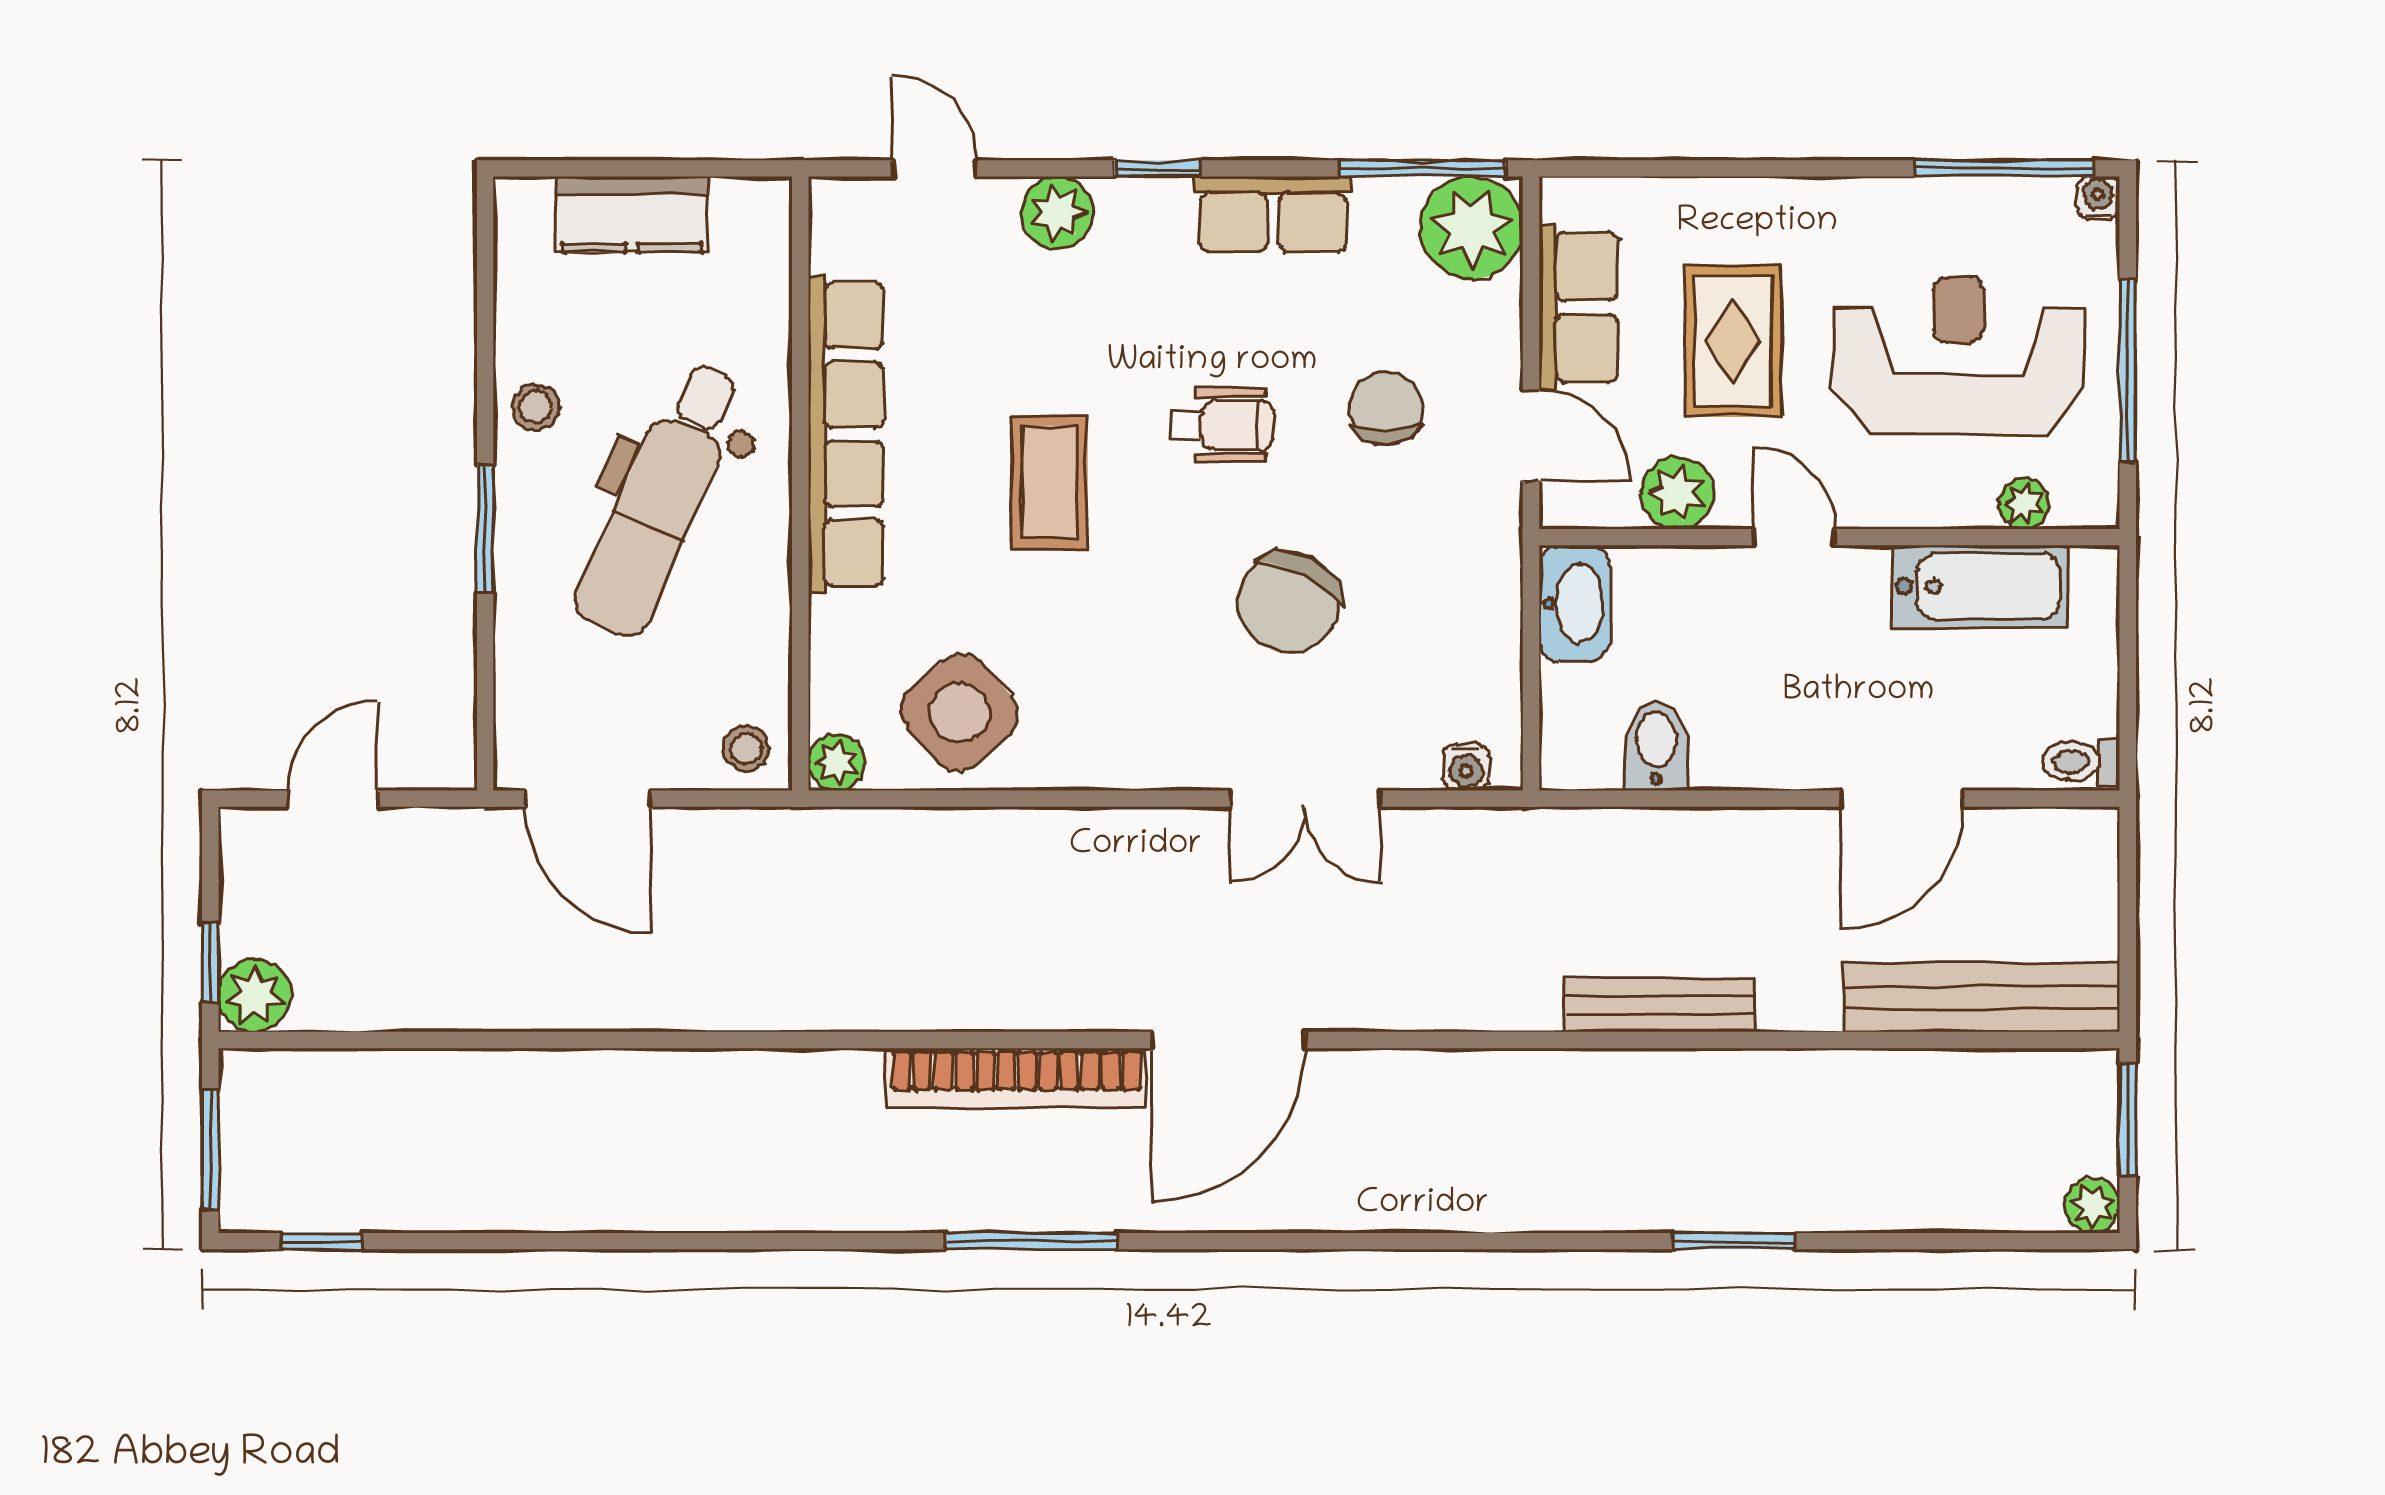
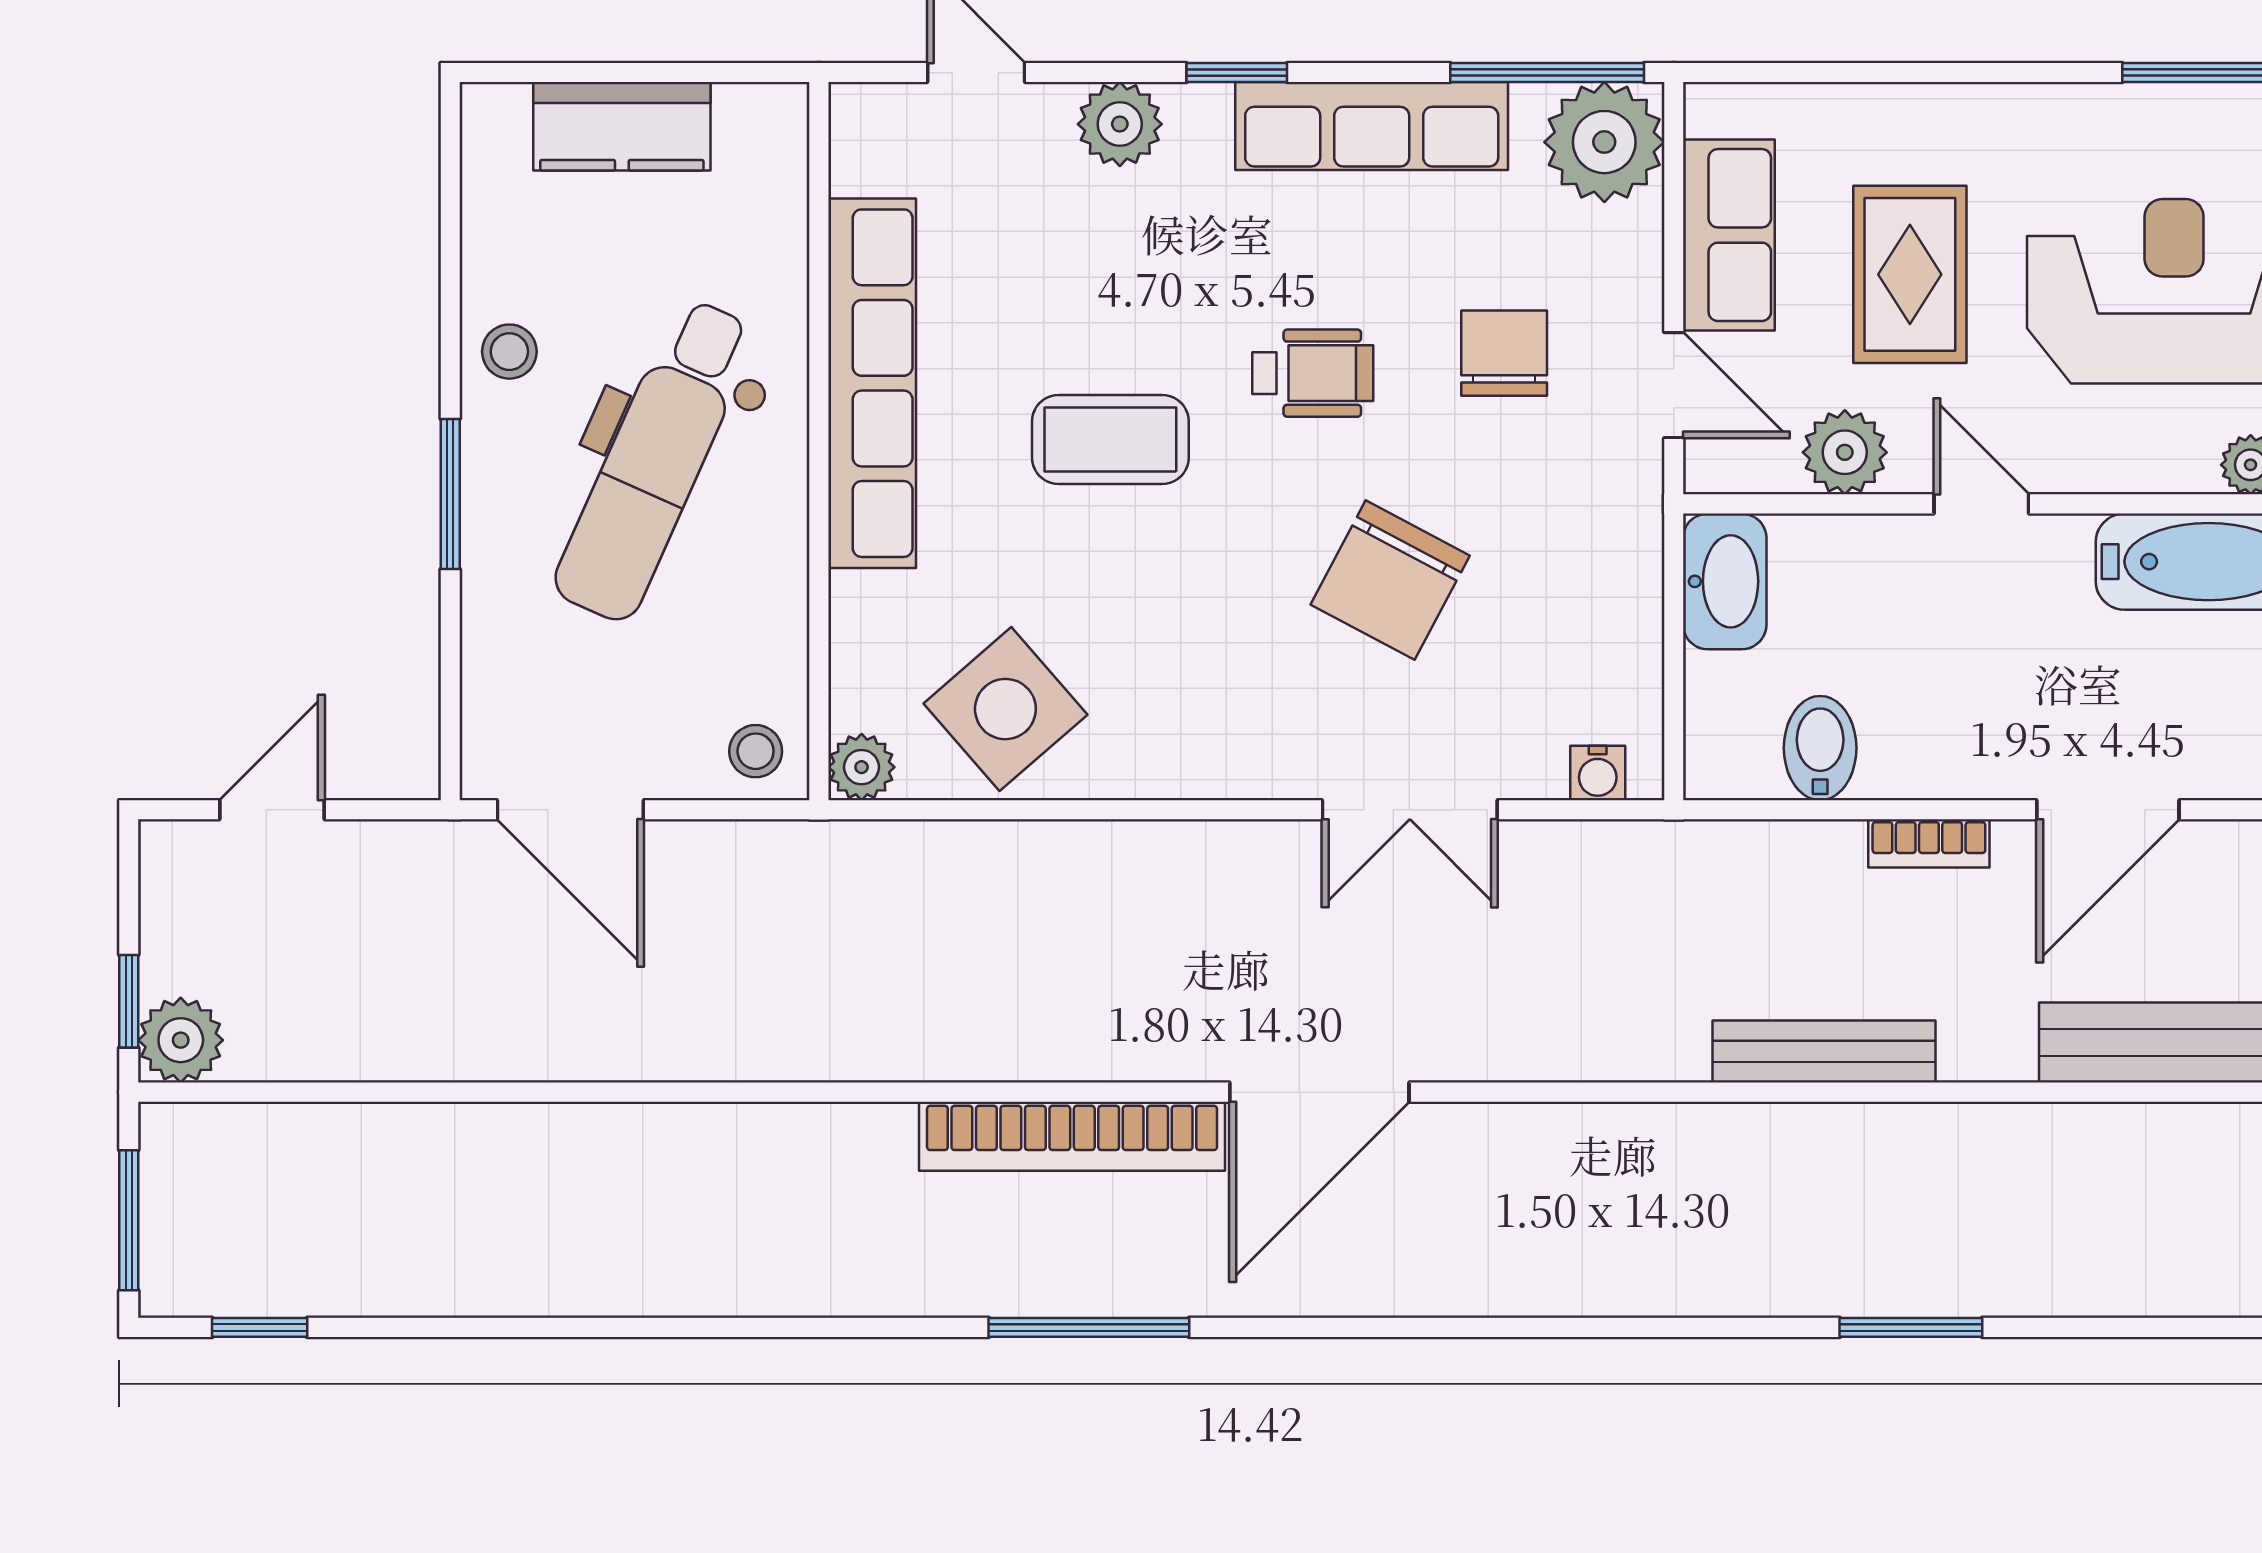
row of seats: (1273, 214) -> (1372, 126), width x1.48
coffee table: (1049, 482) -> (1110, 440), turned 90
bookcase: (1749, 827) -> (1929, 843), added

